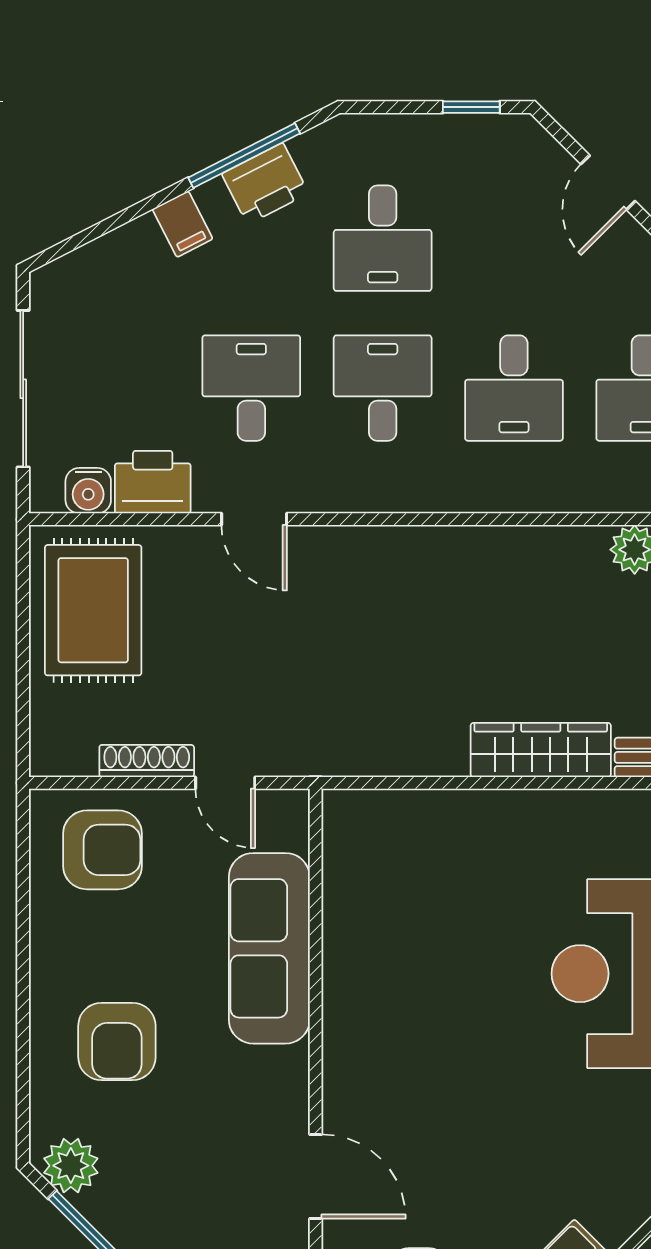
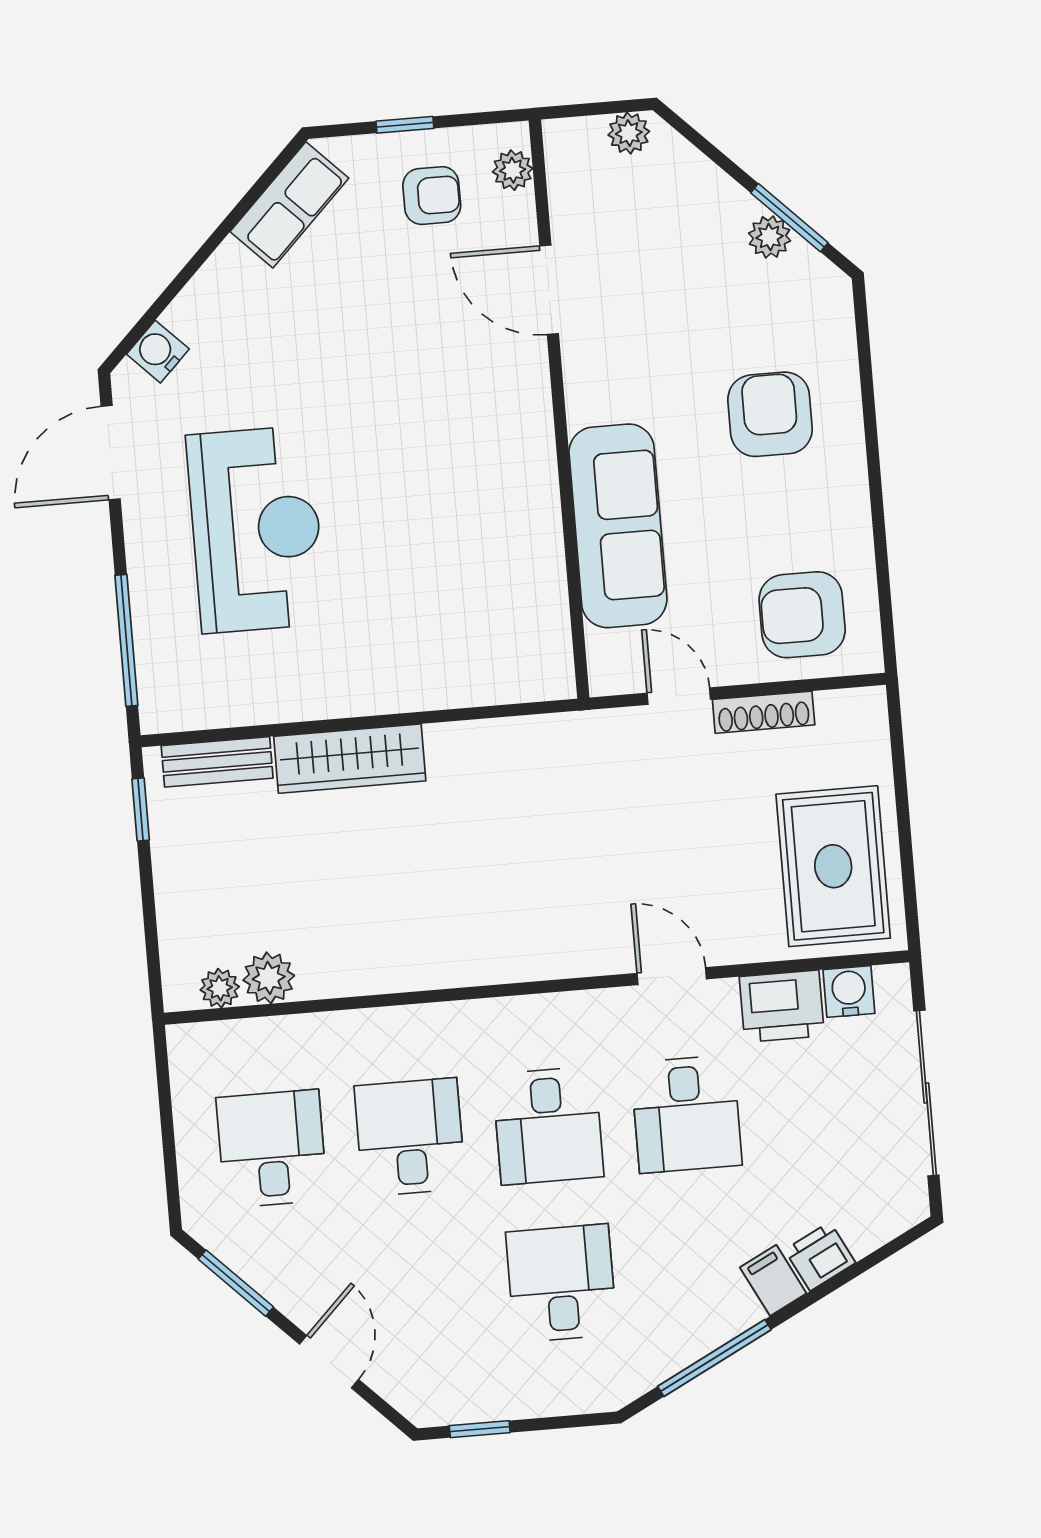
printer: (265, 184) -> (820, 1256), moved, width x0.73, depth x0.81
plant: (71, 1166) -> (770, 237), moved, width x0.73, depth x0.73

